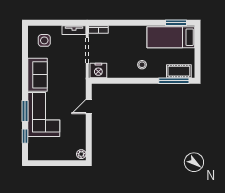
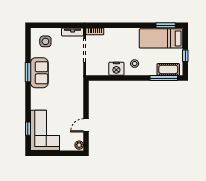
window: (198, 56) -> (185, 56), added
nightstand: (98, 70) -> (116, 69), moved
door: (89, 106) -> (86, 125), moved
window: (25, 111) -> (28, 72), moved
corner sofa: (44, 115) -> (45, 130), moved

